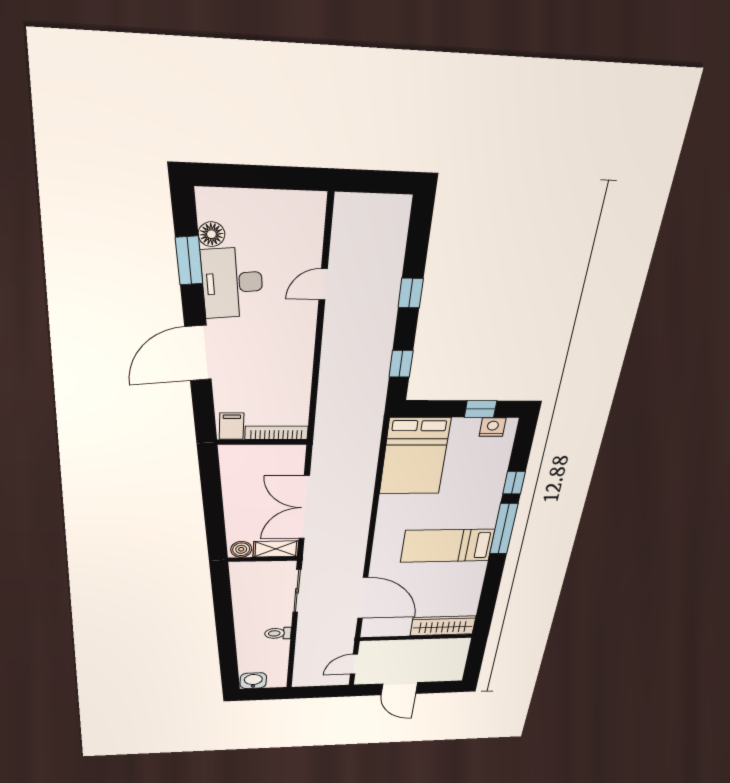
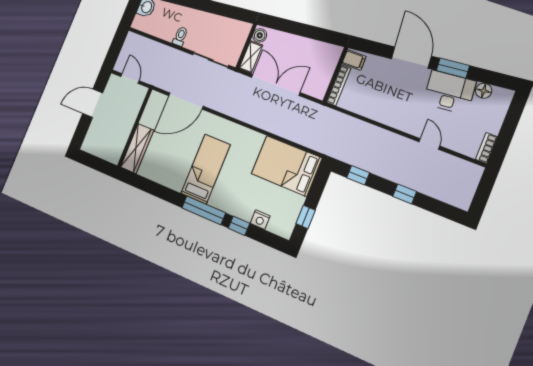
bookcase: (302, 200) -> (486, 148), added
window: (189, 261) -> (453, 68), moved
nightstand: (493, 427) -> (260, 220), moved, turned 90

